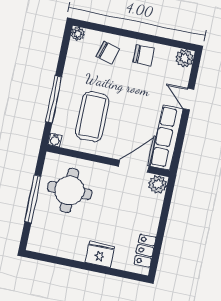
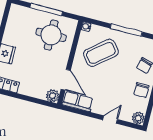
window: (54, 99) -> (126, 30), moved
coffee table: (92, 117) -> (101, 53), turned -39
row of seats: (167, 137) -> (78, 102), width x0.68

